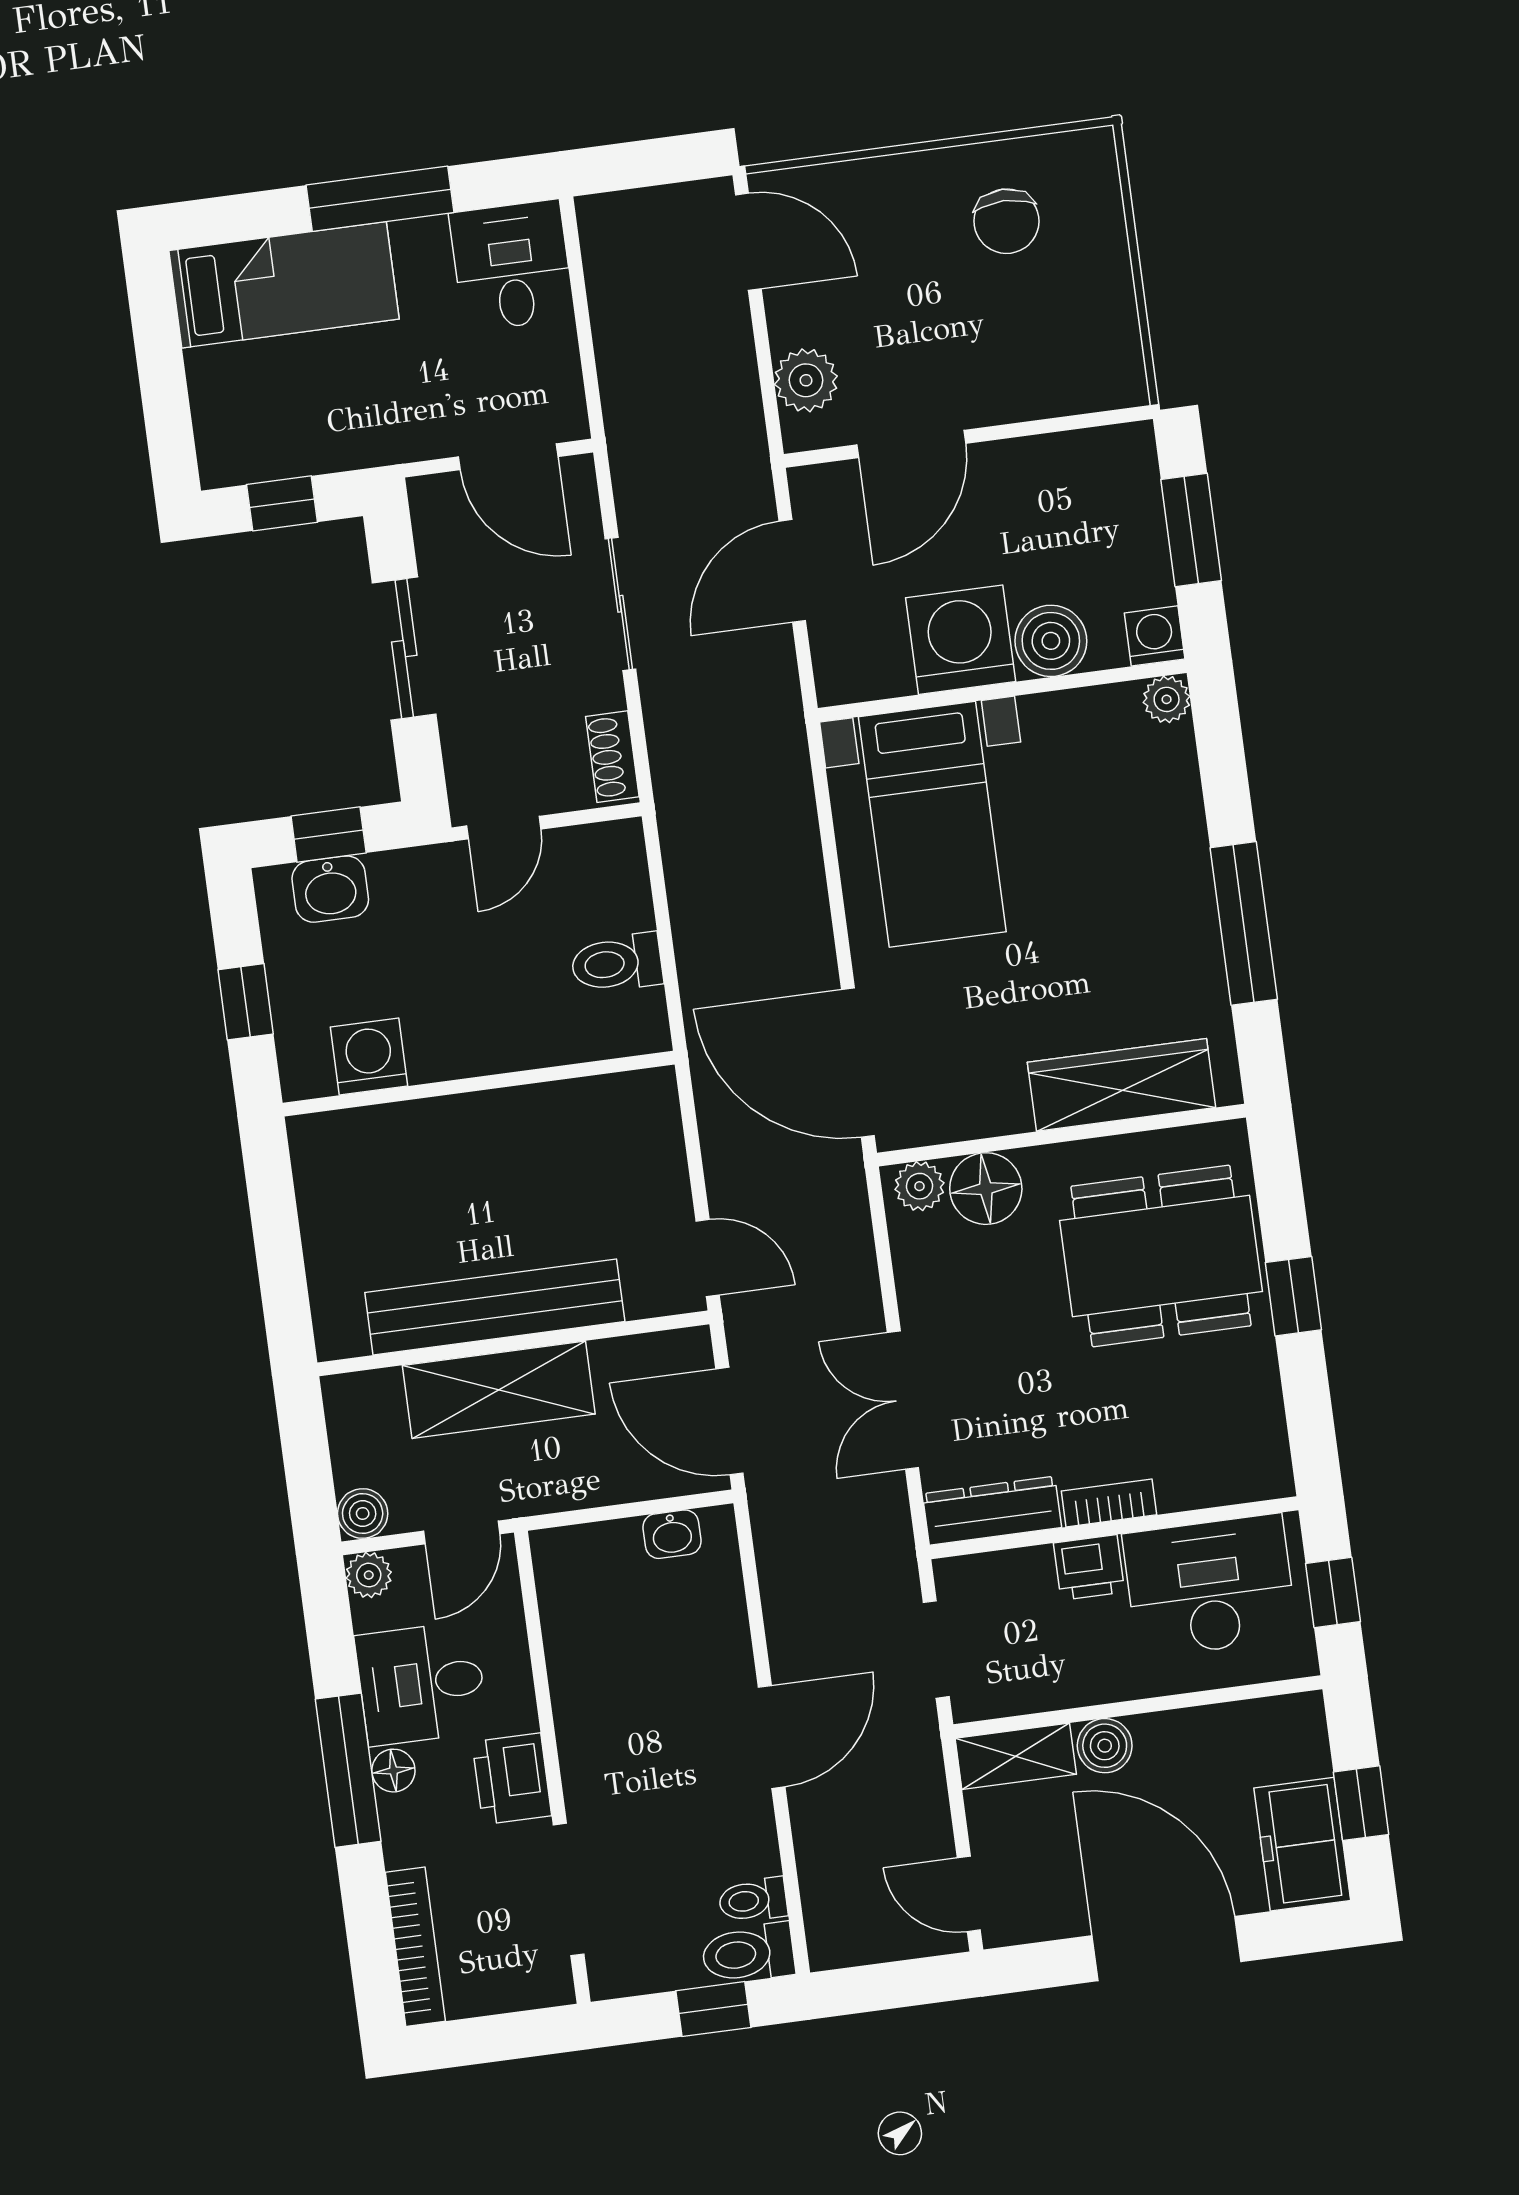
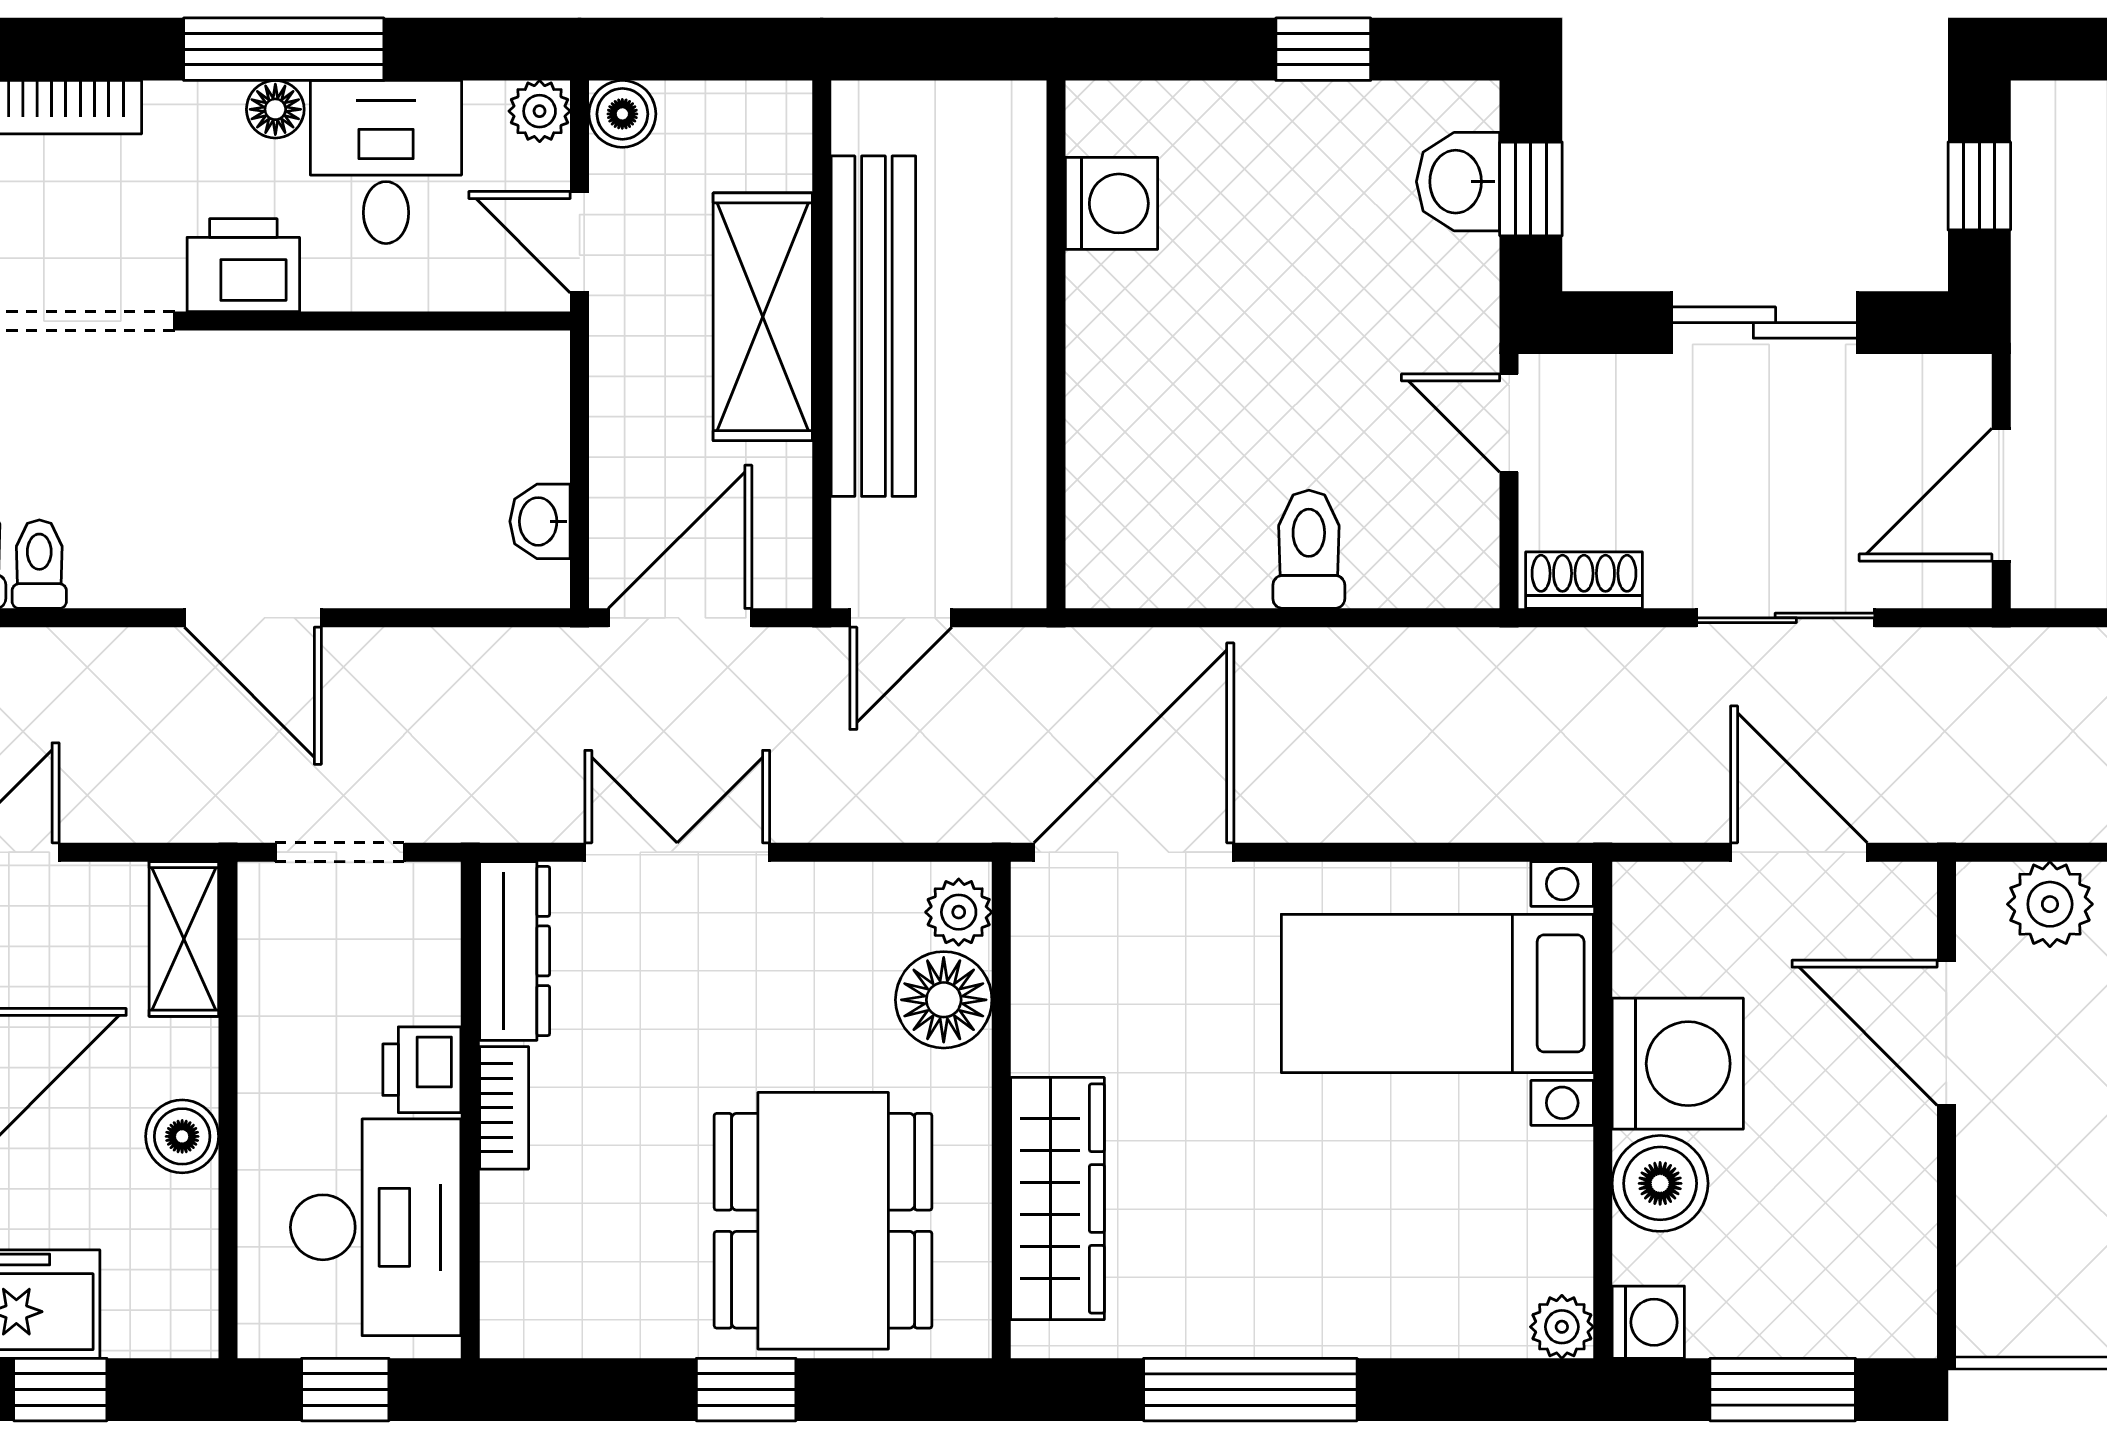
washing machine: (369, 1057) -> (1111, 203), moved
wall: (479, 1084) -> (1056, 344), moved
boiler: (1105, 1746) -> (182, 1136), moved

